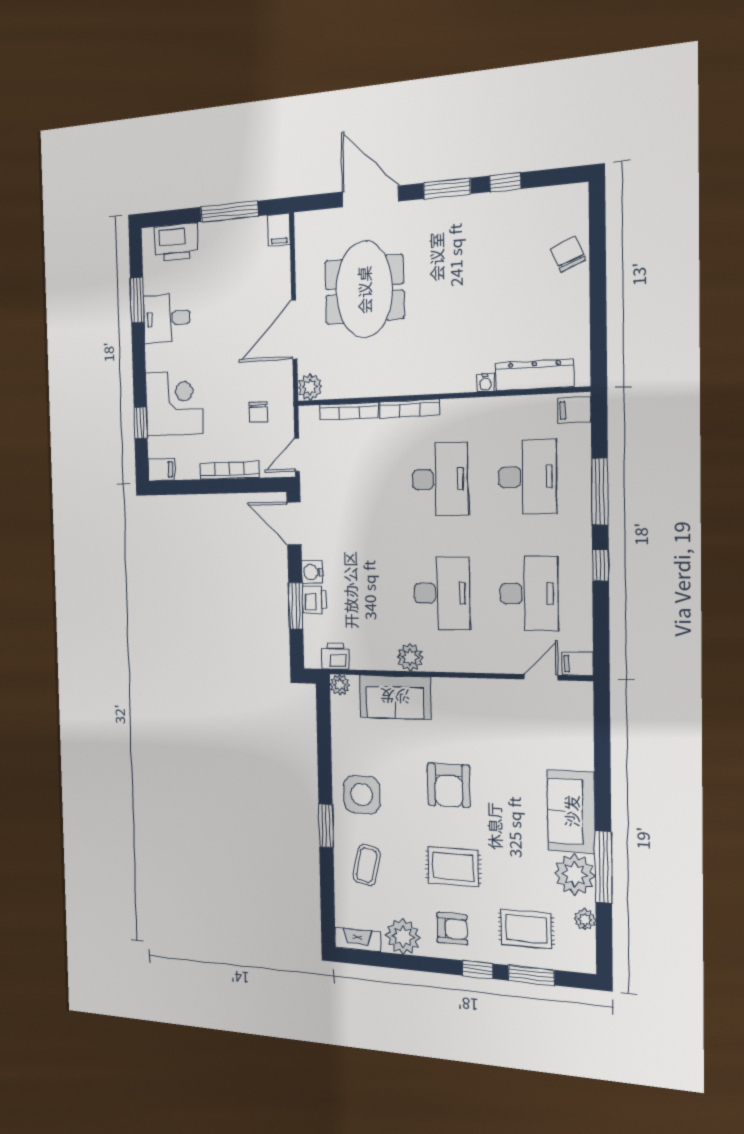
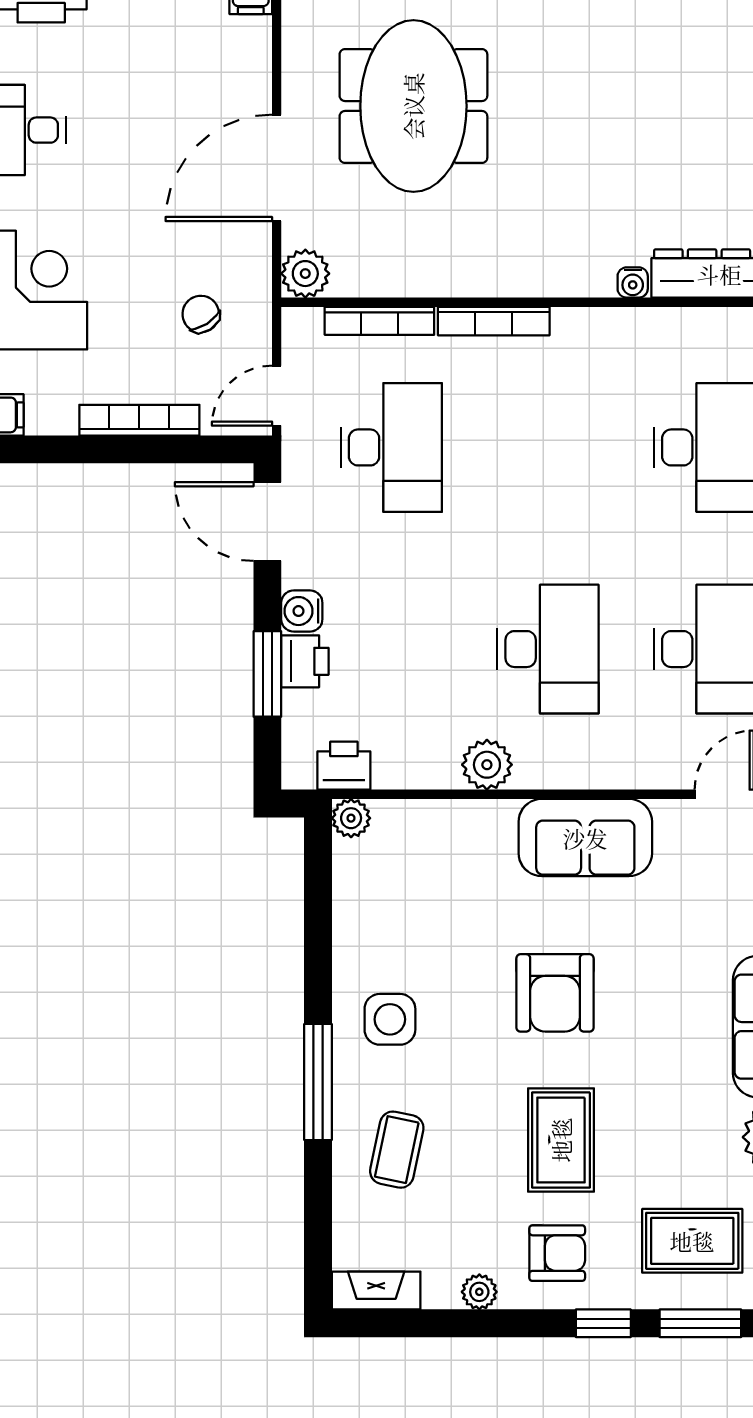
chair: (258, 412) -> (201, 314), turned 147
desk: (440, 479) -> (391, 447), moved
sofa: (395, 697) -> (585, 838), moved
side table: (362, 795) -> (390, 1019), width x0.73, depth x0.73
window: (326, 826) -> (318, 1082), width x1.44
rug: (453, 867) -> (561, 1140), turned 90
plant: (403, 937) -> (479, 1292), width x0.53, depth x0.53

